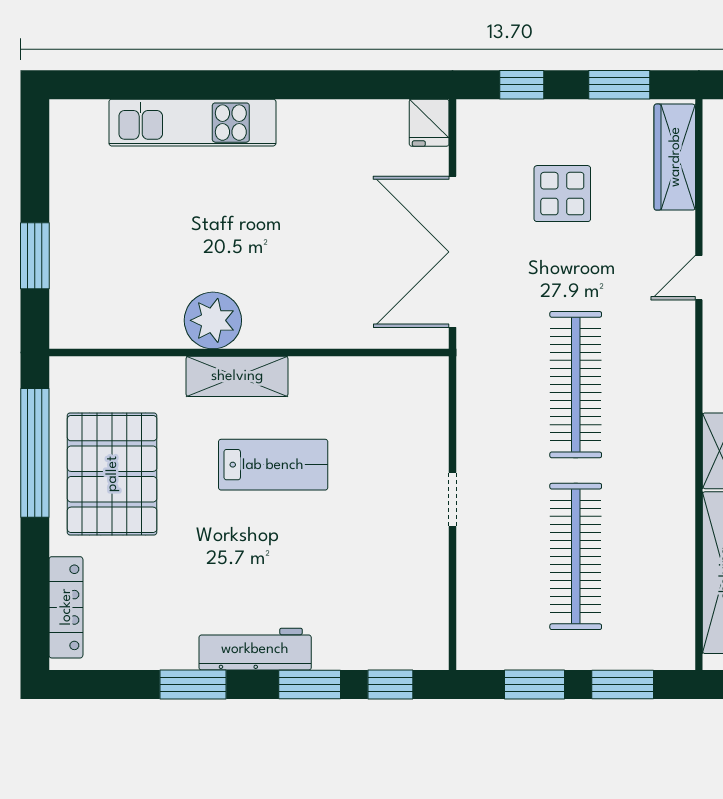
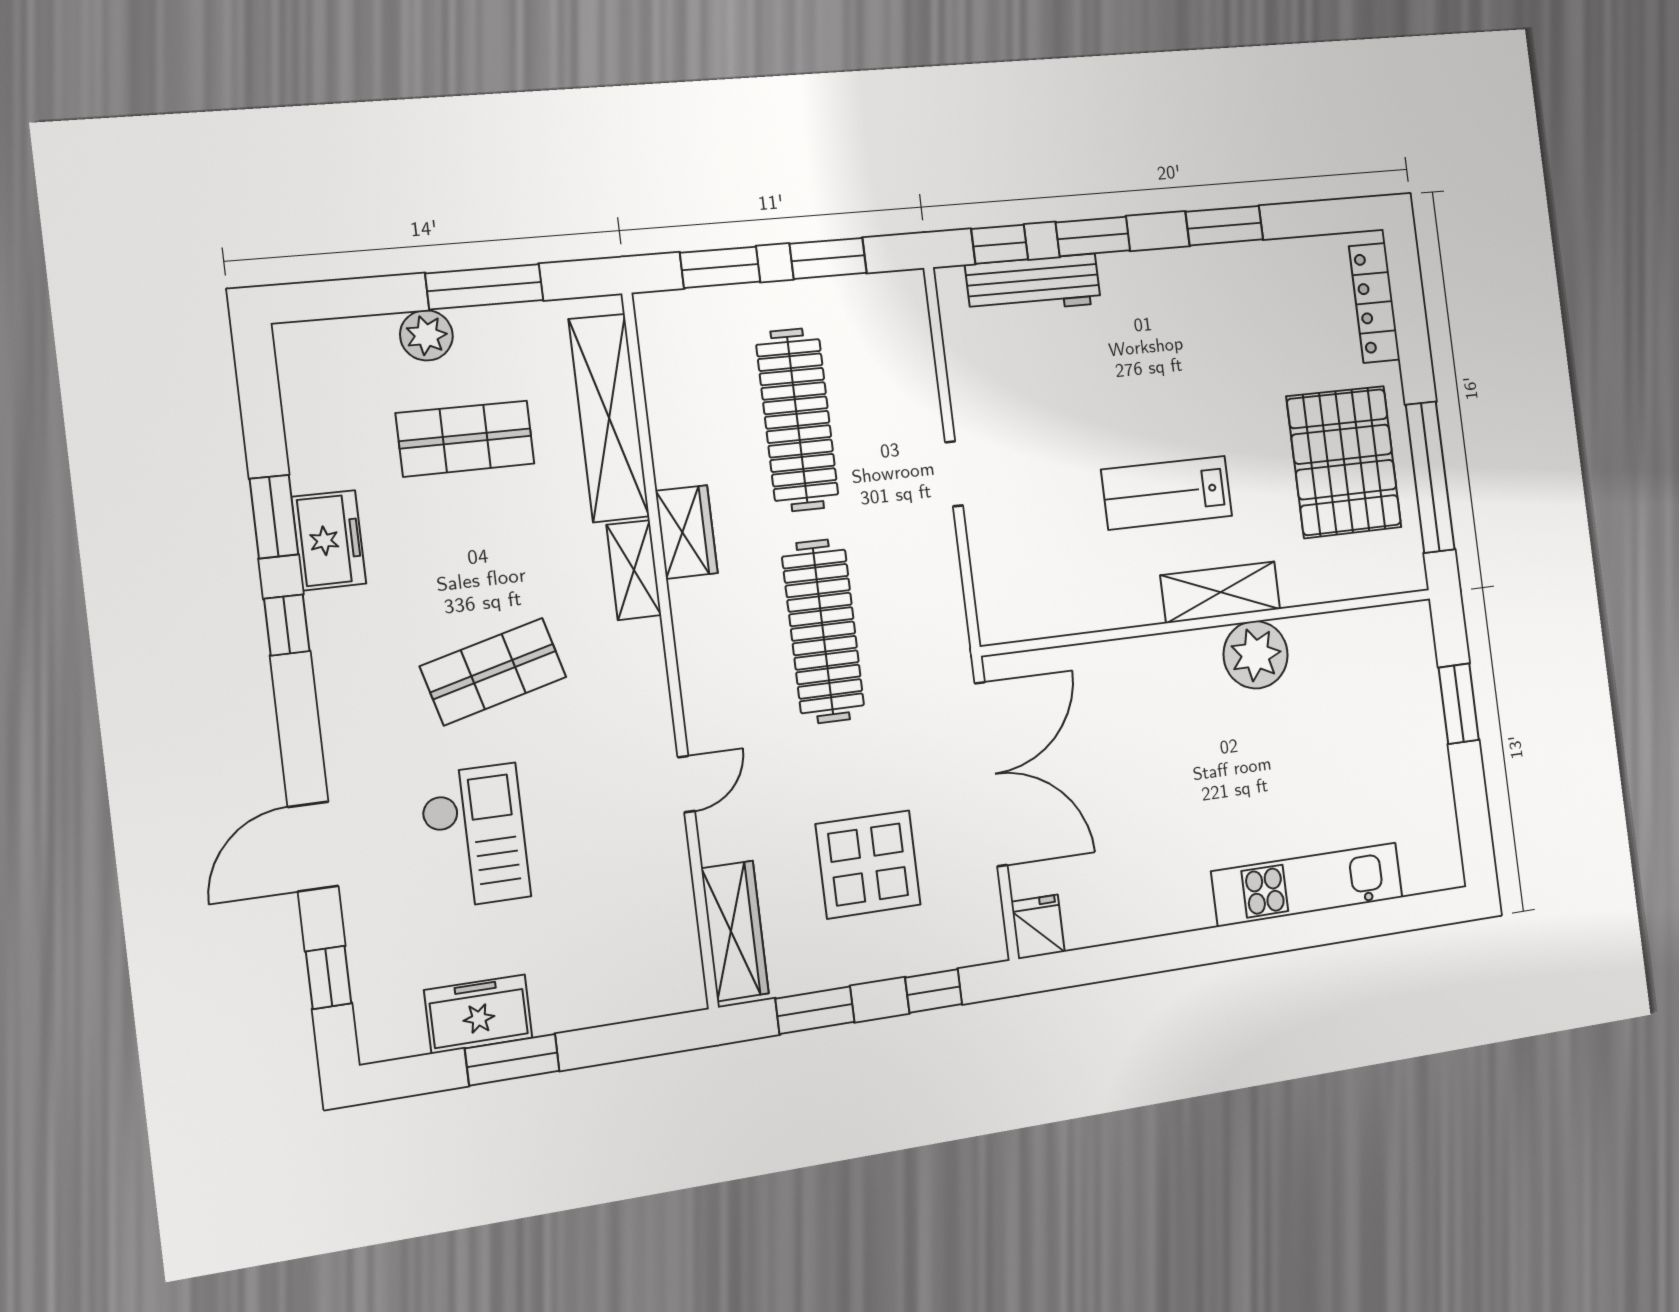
display table: (562, 194) -> (868, 864), width x1.36, depth x1.36
wardrobe: (675, 476) -> (687, 532), added
workbench: (255, 649) -> (1033, 284), moved

